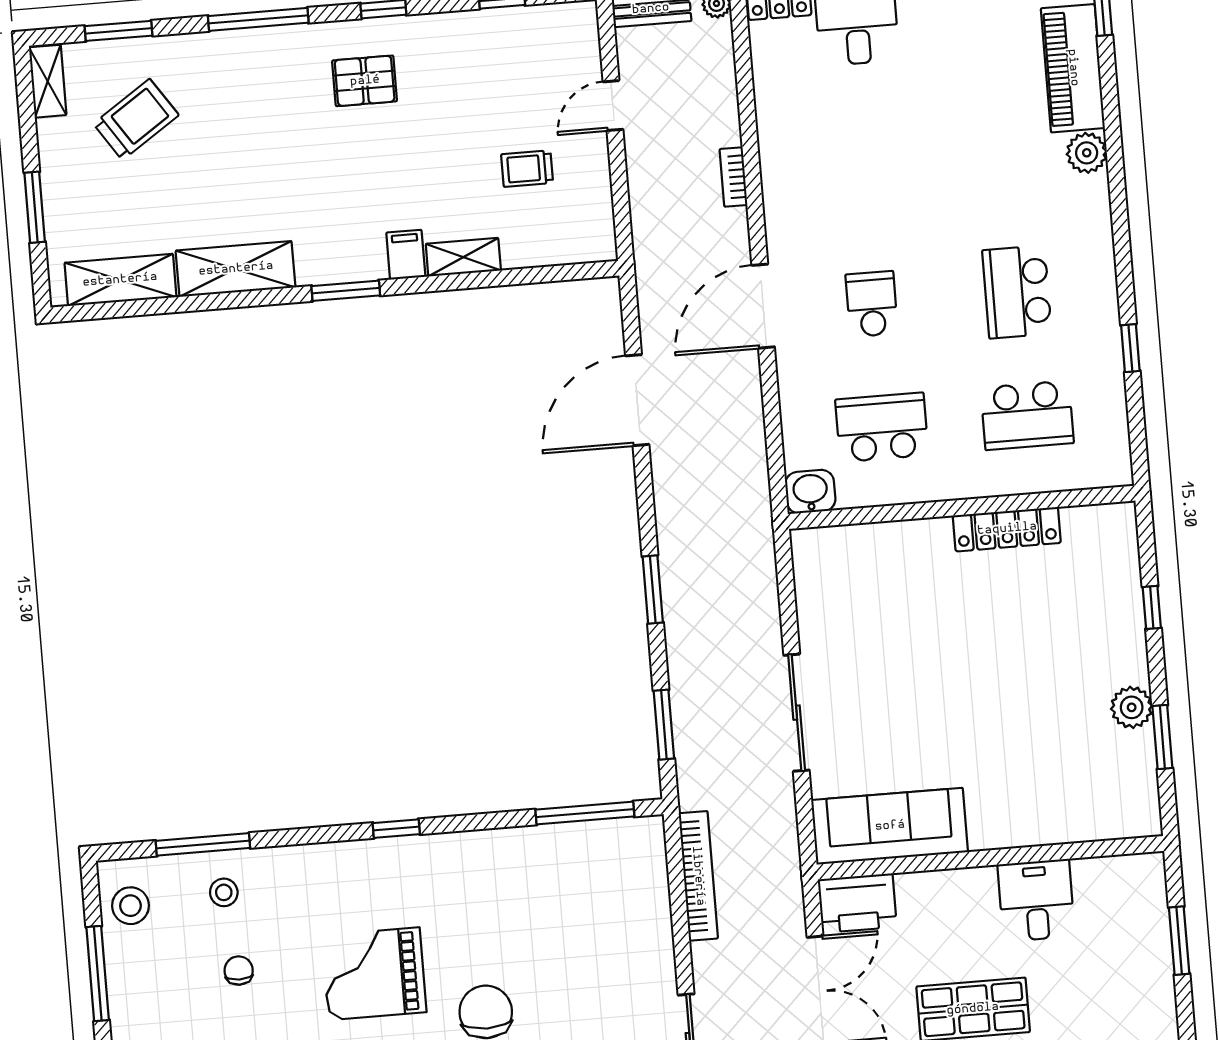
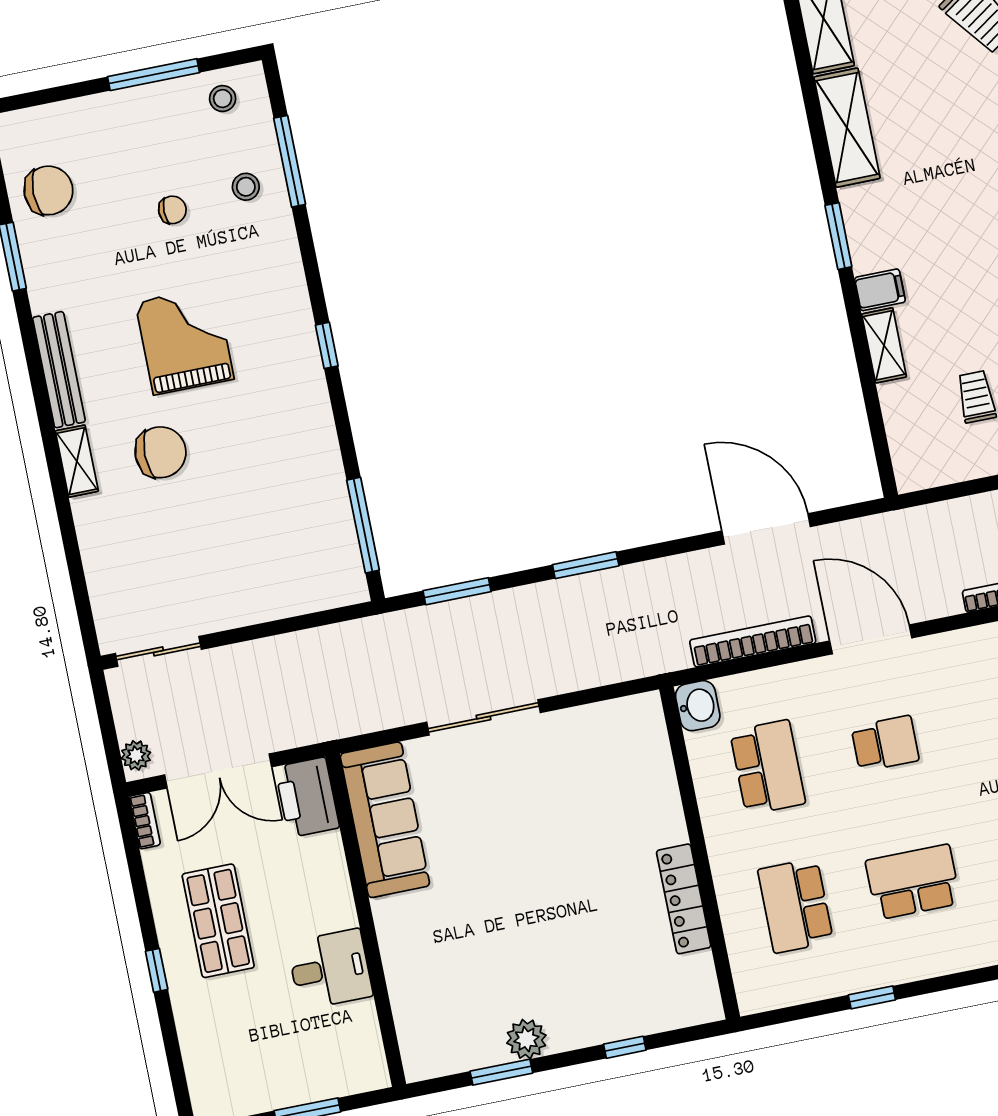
bookcase: (698, 876) -> (753, 641), moved, turned 180
stool: (130, 906) -> (223, 99), width x0.73, depth x0.73

